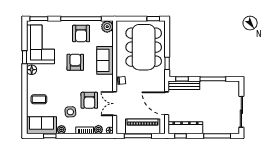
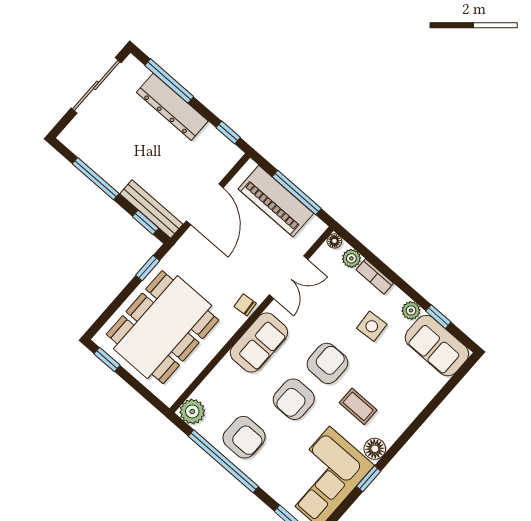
armchair: (81, 34) -> (244, 437), turned 90
sofa: (105, 60) -> (259, 342), moved
coffee table: (39, 99) -> (358, 406), moved
armchair: (89, 100) -> (327, 363), moved
dresser: (185, 128) -> (172, 107), moved

